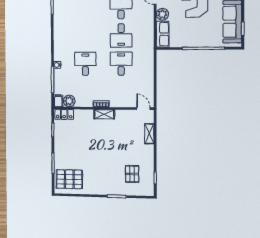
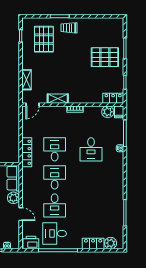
locker: (149, 61) -> (27, 152), added
desk: (121, 64) -> (55, 149), turned 180
door: (143, 109) -> (32, 105), hinge flipped
shelving: (104, 114) -> (58, 99), moved
pallet: (132, 174) -> (44, 39), width x1.50, depth x1.42
pallet: (69, 179) -> (105, 57), moved
trolley: (107, 185) -> (69, 28), added

